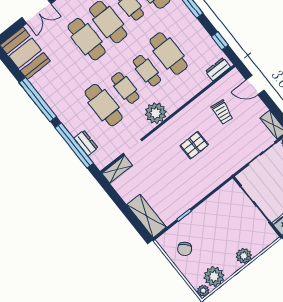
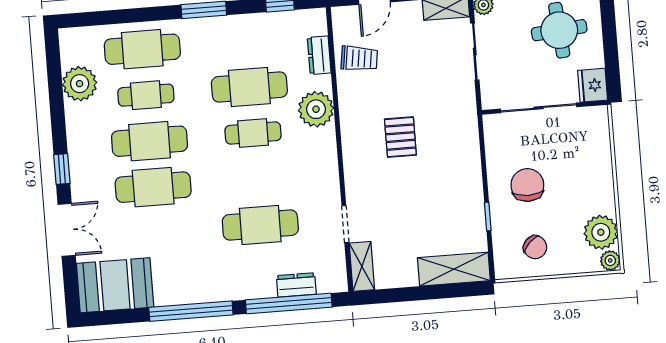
dresser: (218, 69) -> (319, 55), moved
cafe table: (125, 88) -> (257, 179), removed
trolley: (222, 112) -> (359, 58), moved
plant: (156, 113) -> (316, 109), moved
chair: (213, 224) -> (527, 185), added
plant: (244, 256) -> (600, 172), removed

